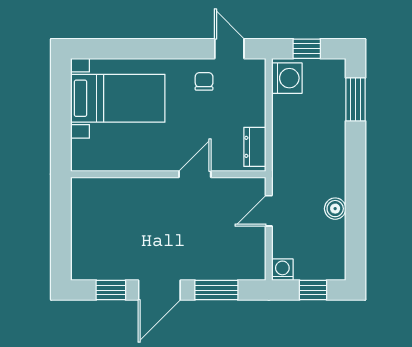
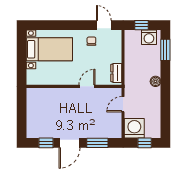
washing machine: (287, 78) -> (149, 37), moved, turned 90
boiler: (335, 209) -> (155, 81), moved
washing machine: (282, 270) -> (134, 128), width x1.89, depth x1.89

